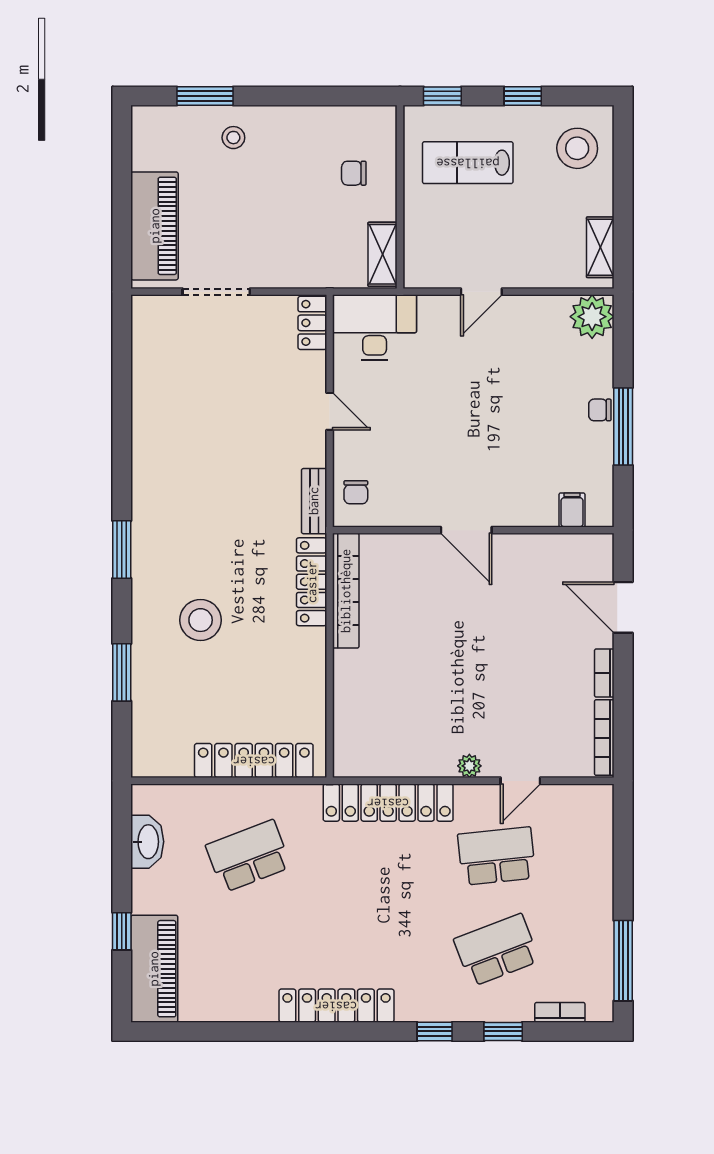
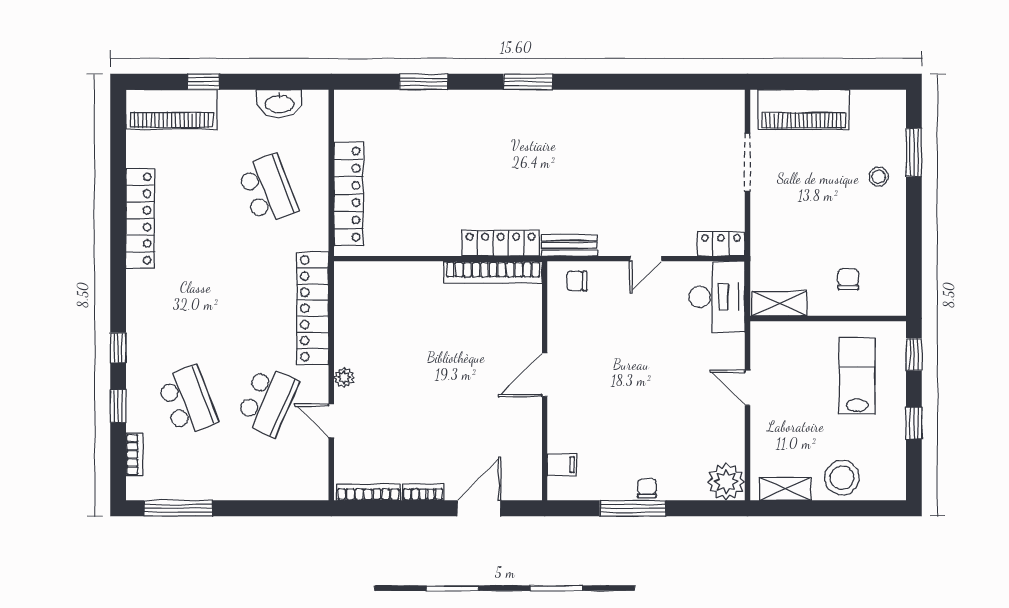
stool: (577, 148) -> (842, 478), moved
stool: (201, 620) -> (468, 149), removed
school desk: (497, 856) -> (267, 401), turned 30
locker: (336, 1006) -> (140, 219), moved

